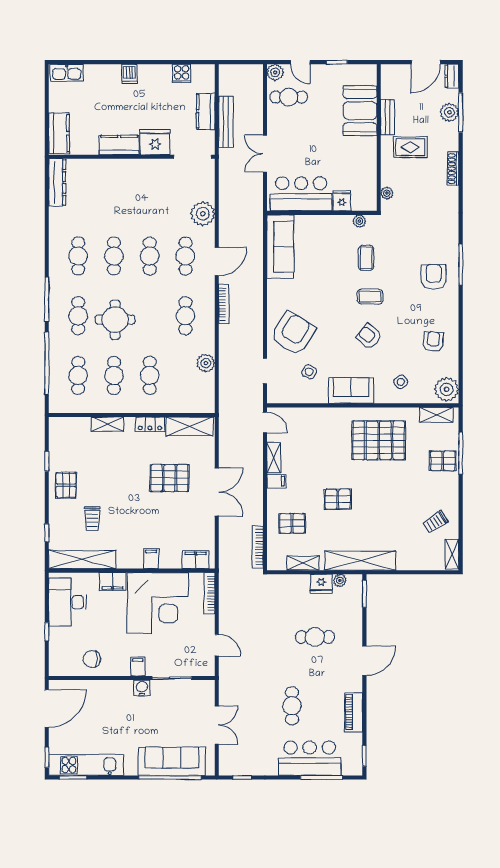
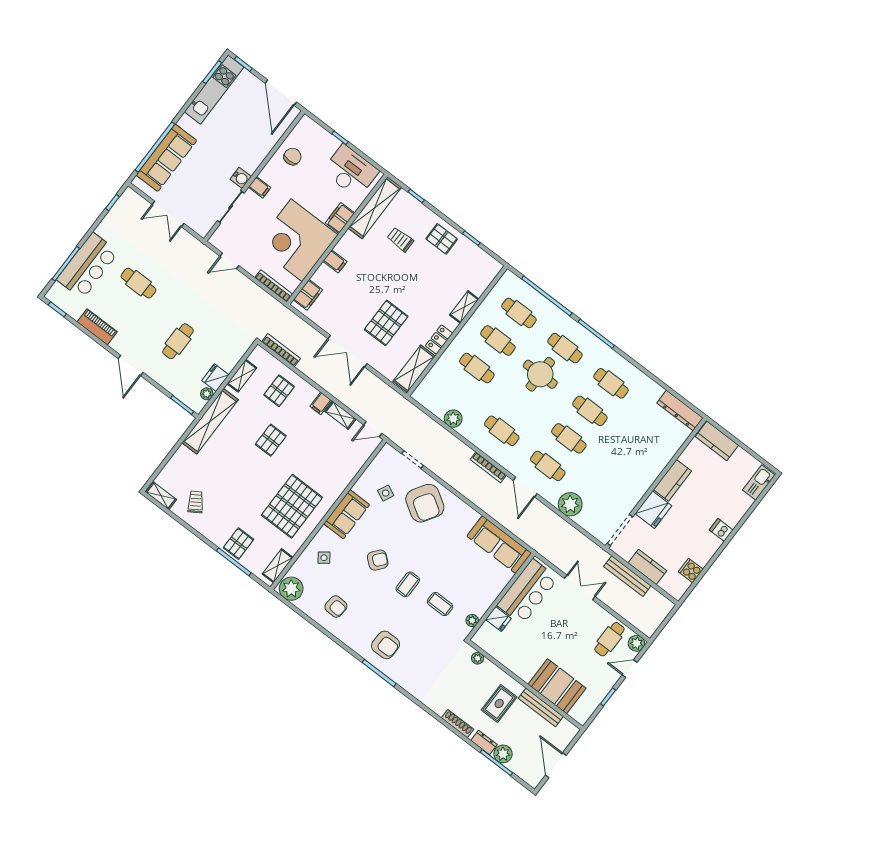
dresser: (452, 76) -> (484, 742), moved
bench: (388, 117) -> (541, 707), width x1.36

